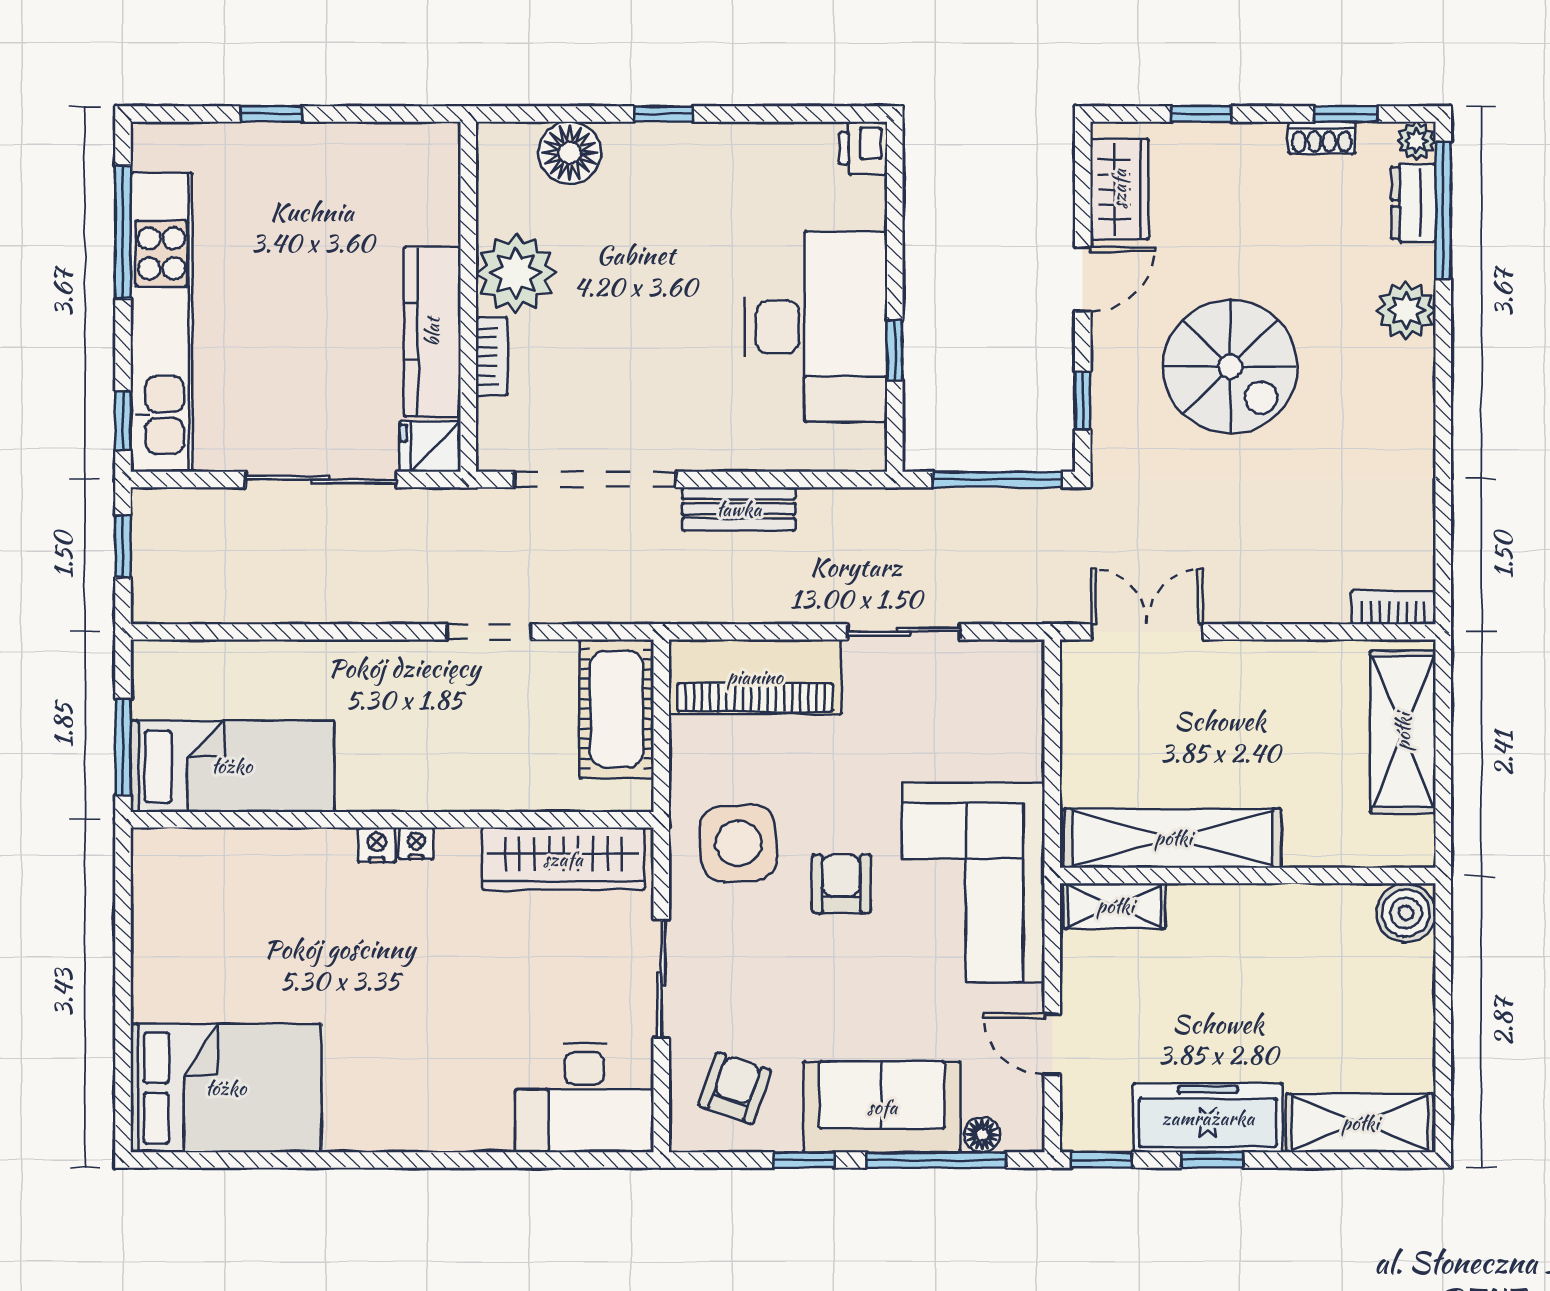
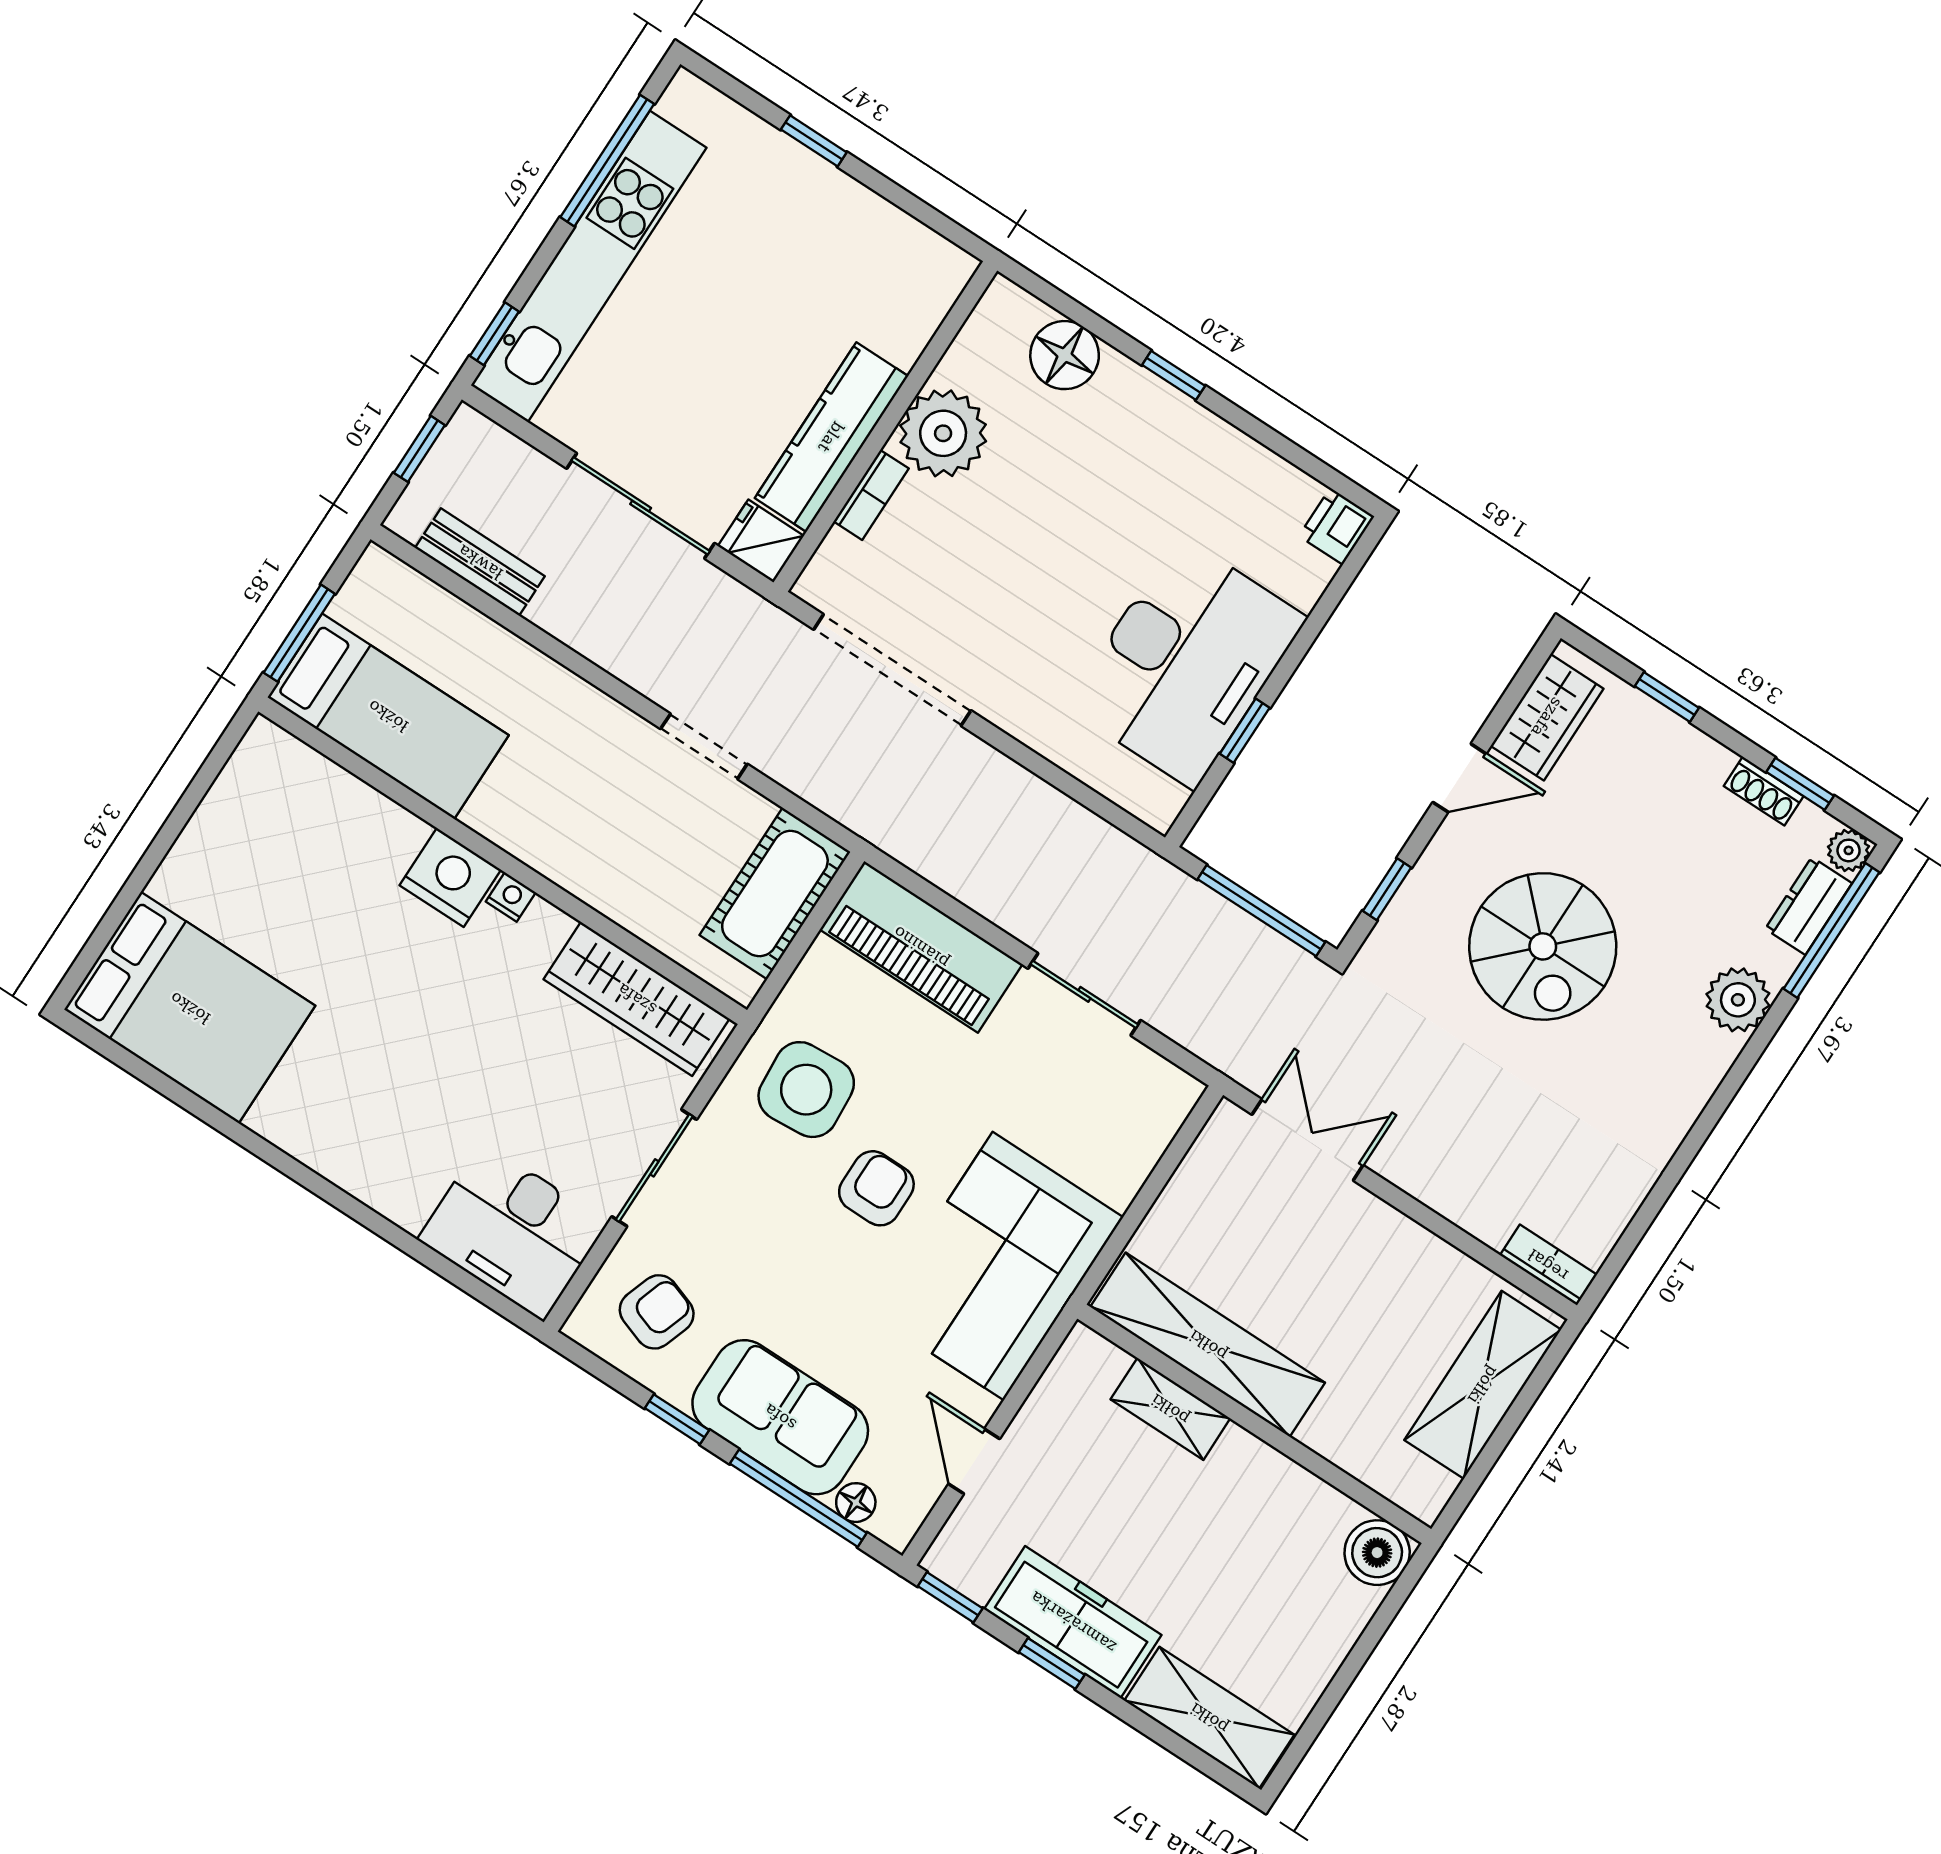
bench: (739, 509) -> (480, 562), moved
nightstand: (377, 845) -> (450, 878), width x1.89, depth x1.79
shelving: (1115, 906) -> (1170, 1409), moved

